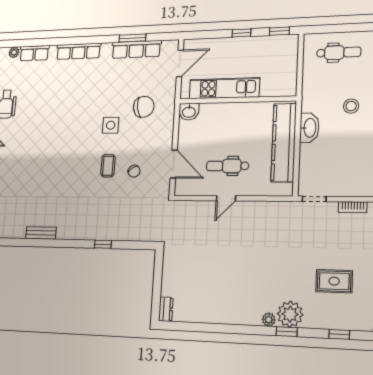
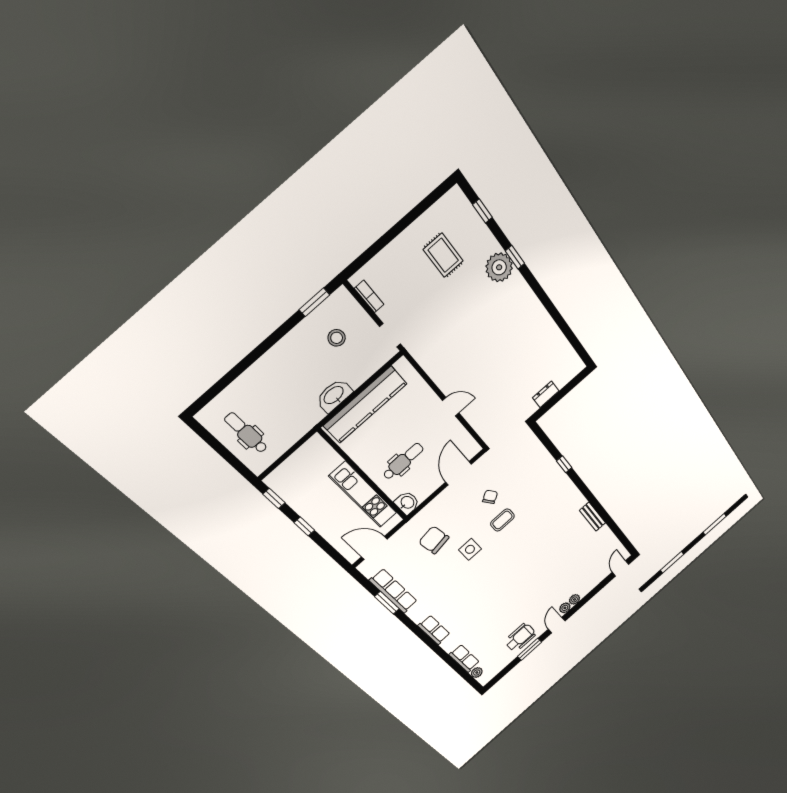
row of seats: (78, 51) -> (434, 630), width x0.68
stool: (351, 106) -> (337, 338), moved
dental chair: (228, 166) -> (403, 461), moved, turned -90
dresser: (166, 309) -> (546, 394), moved
plant: (269, 320) -> (517, 281), removed

